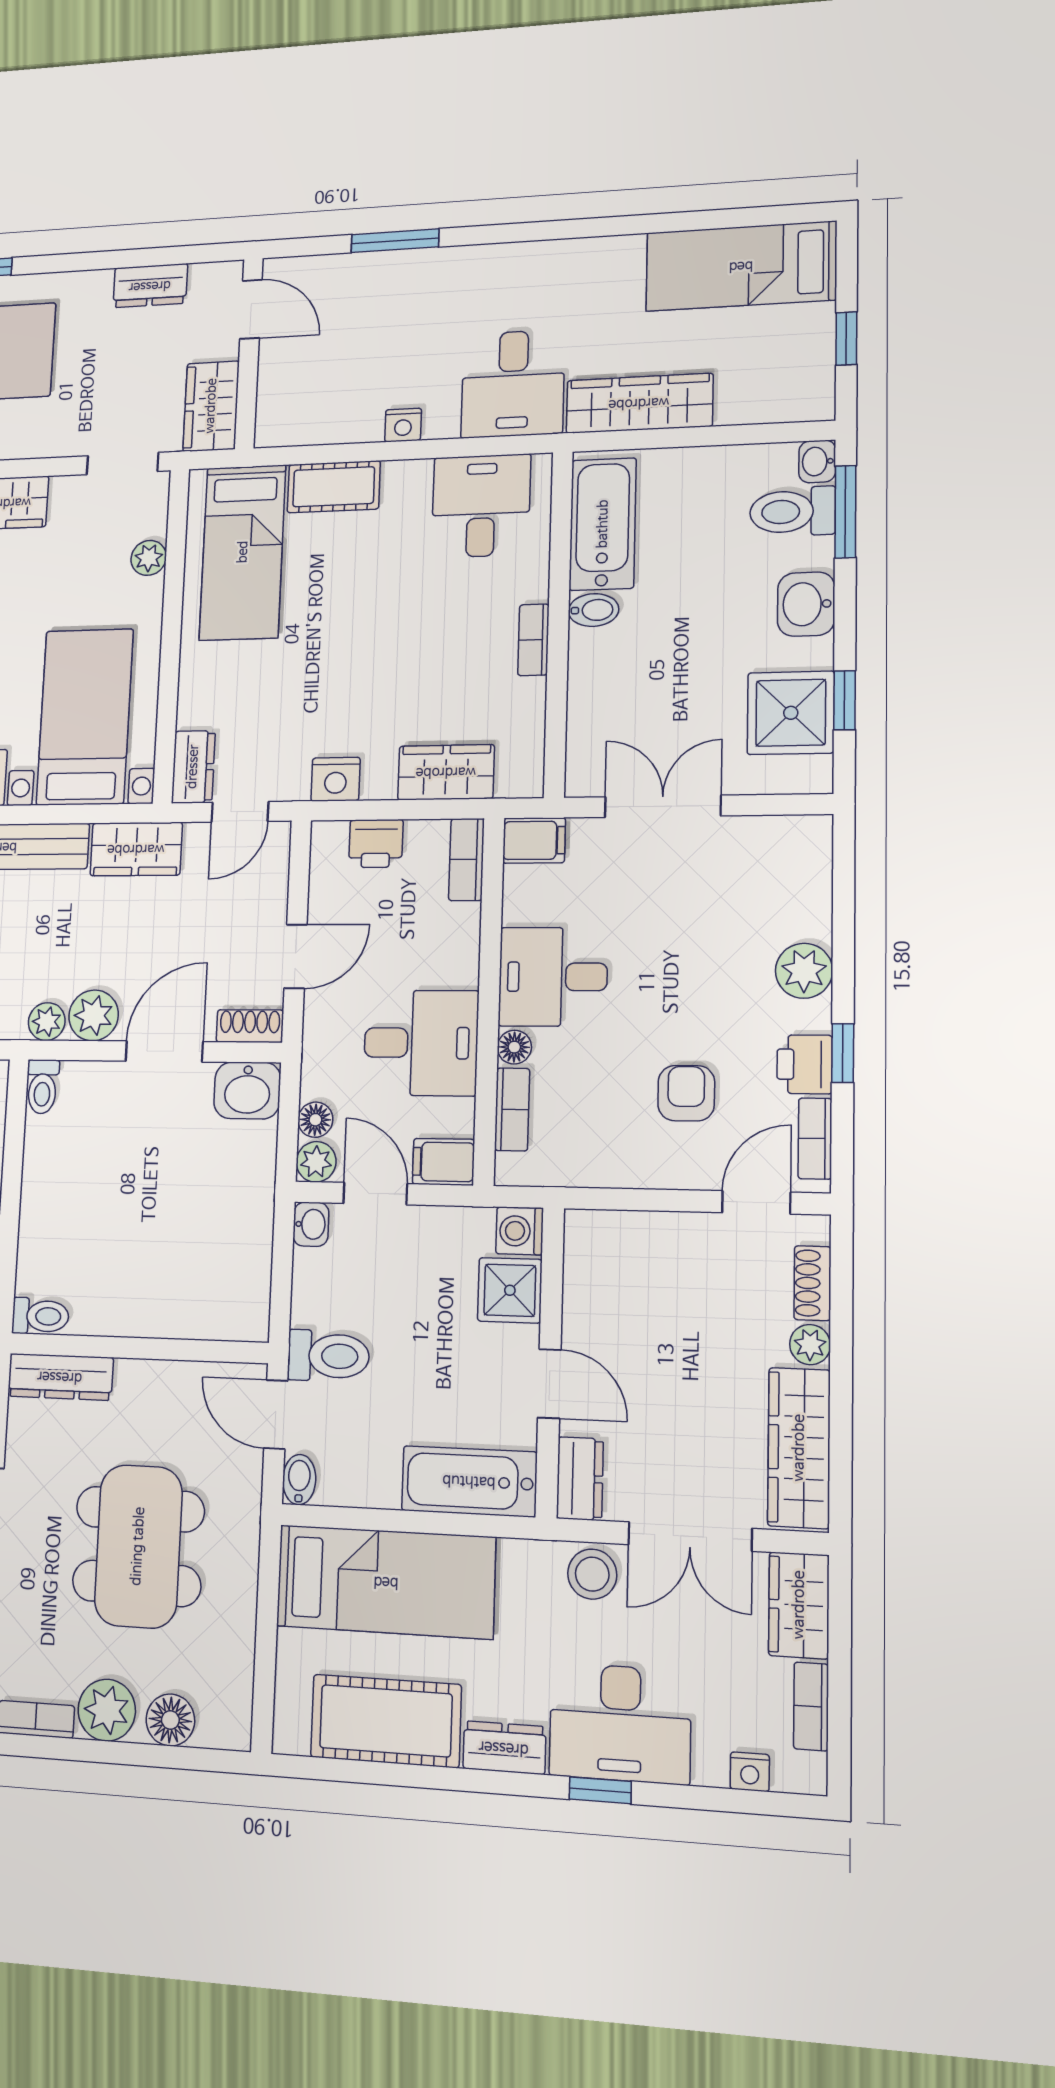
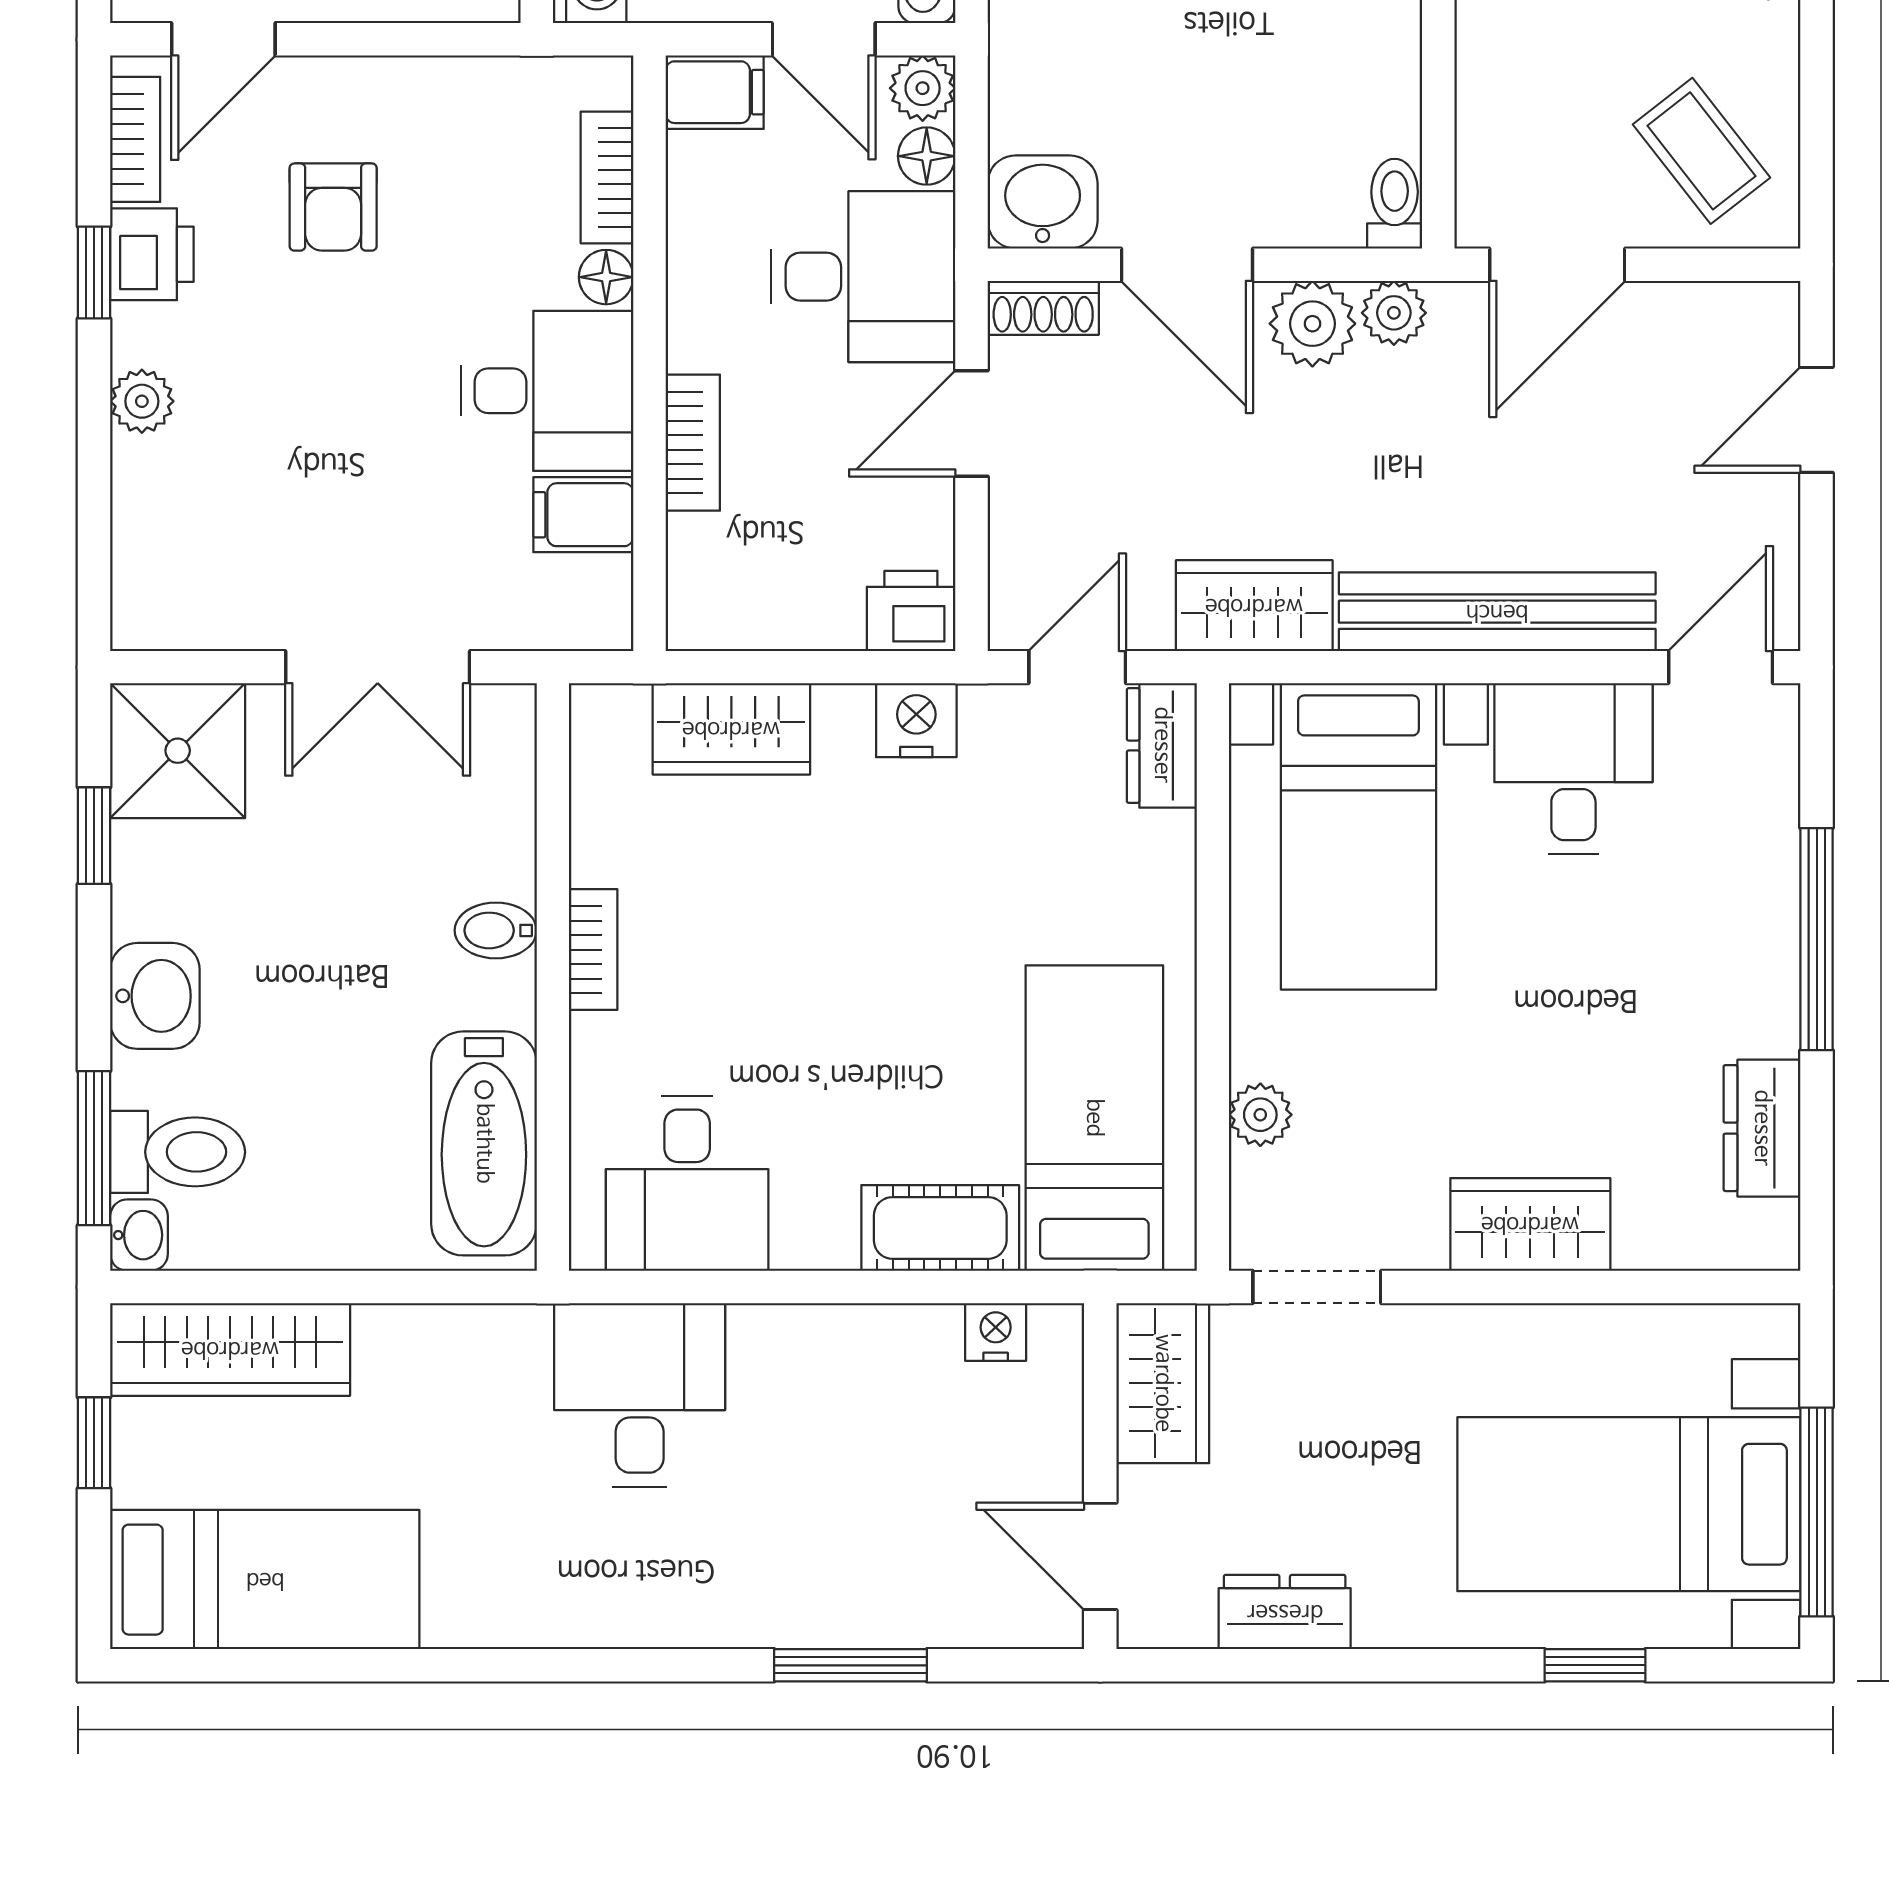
wardrobe: (639, 403) -> (230, 1349), moved
nightstand: (403, 425) -> (996, 1332), moved
bidet: (594, 610) -> (496, 930), moved
shower: (791, 713) -> (178, 751), moved
filing cabinet: (534, 840) -> (583, 515), moved
printer: (376, 844) -> (911, 611), moved
bookcase: (467, 860) -> (693, 443), moved
plant: (804, 971) -> (142, 401), width x0.73, depth x0.73
desk: (421, 1043) -> (863, 277), moved, turned 180
door: (164, 1051) -> (1187, 265), hinge flipped

